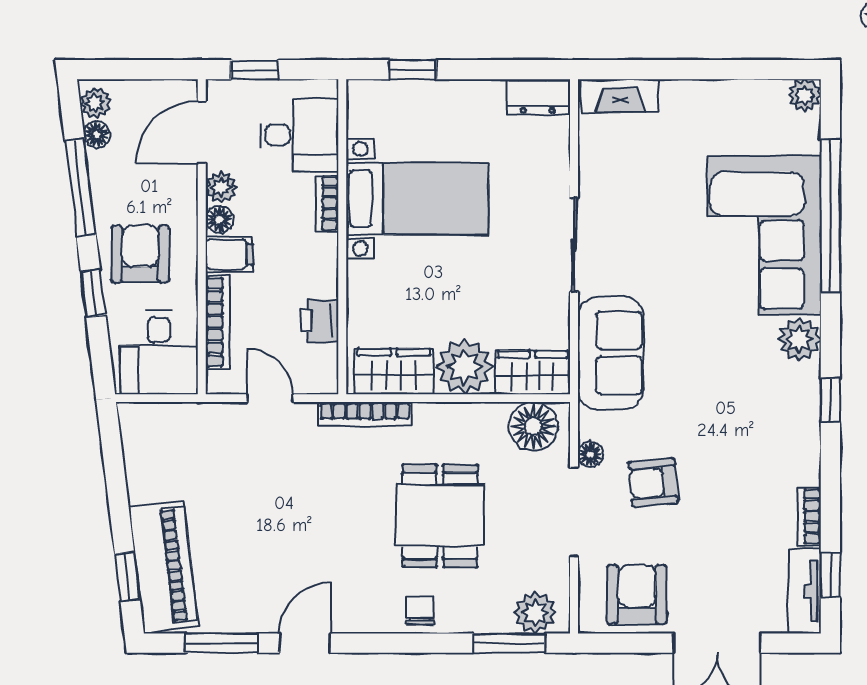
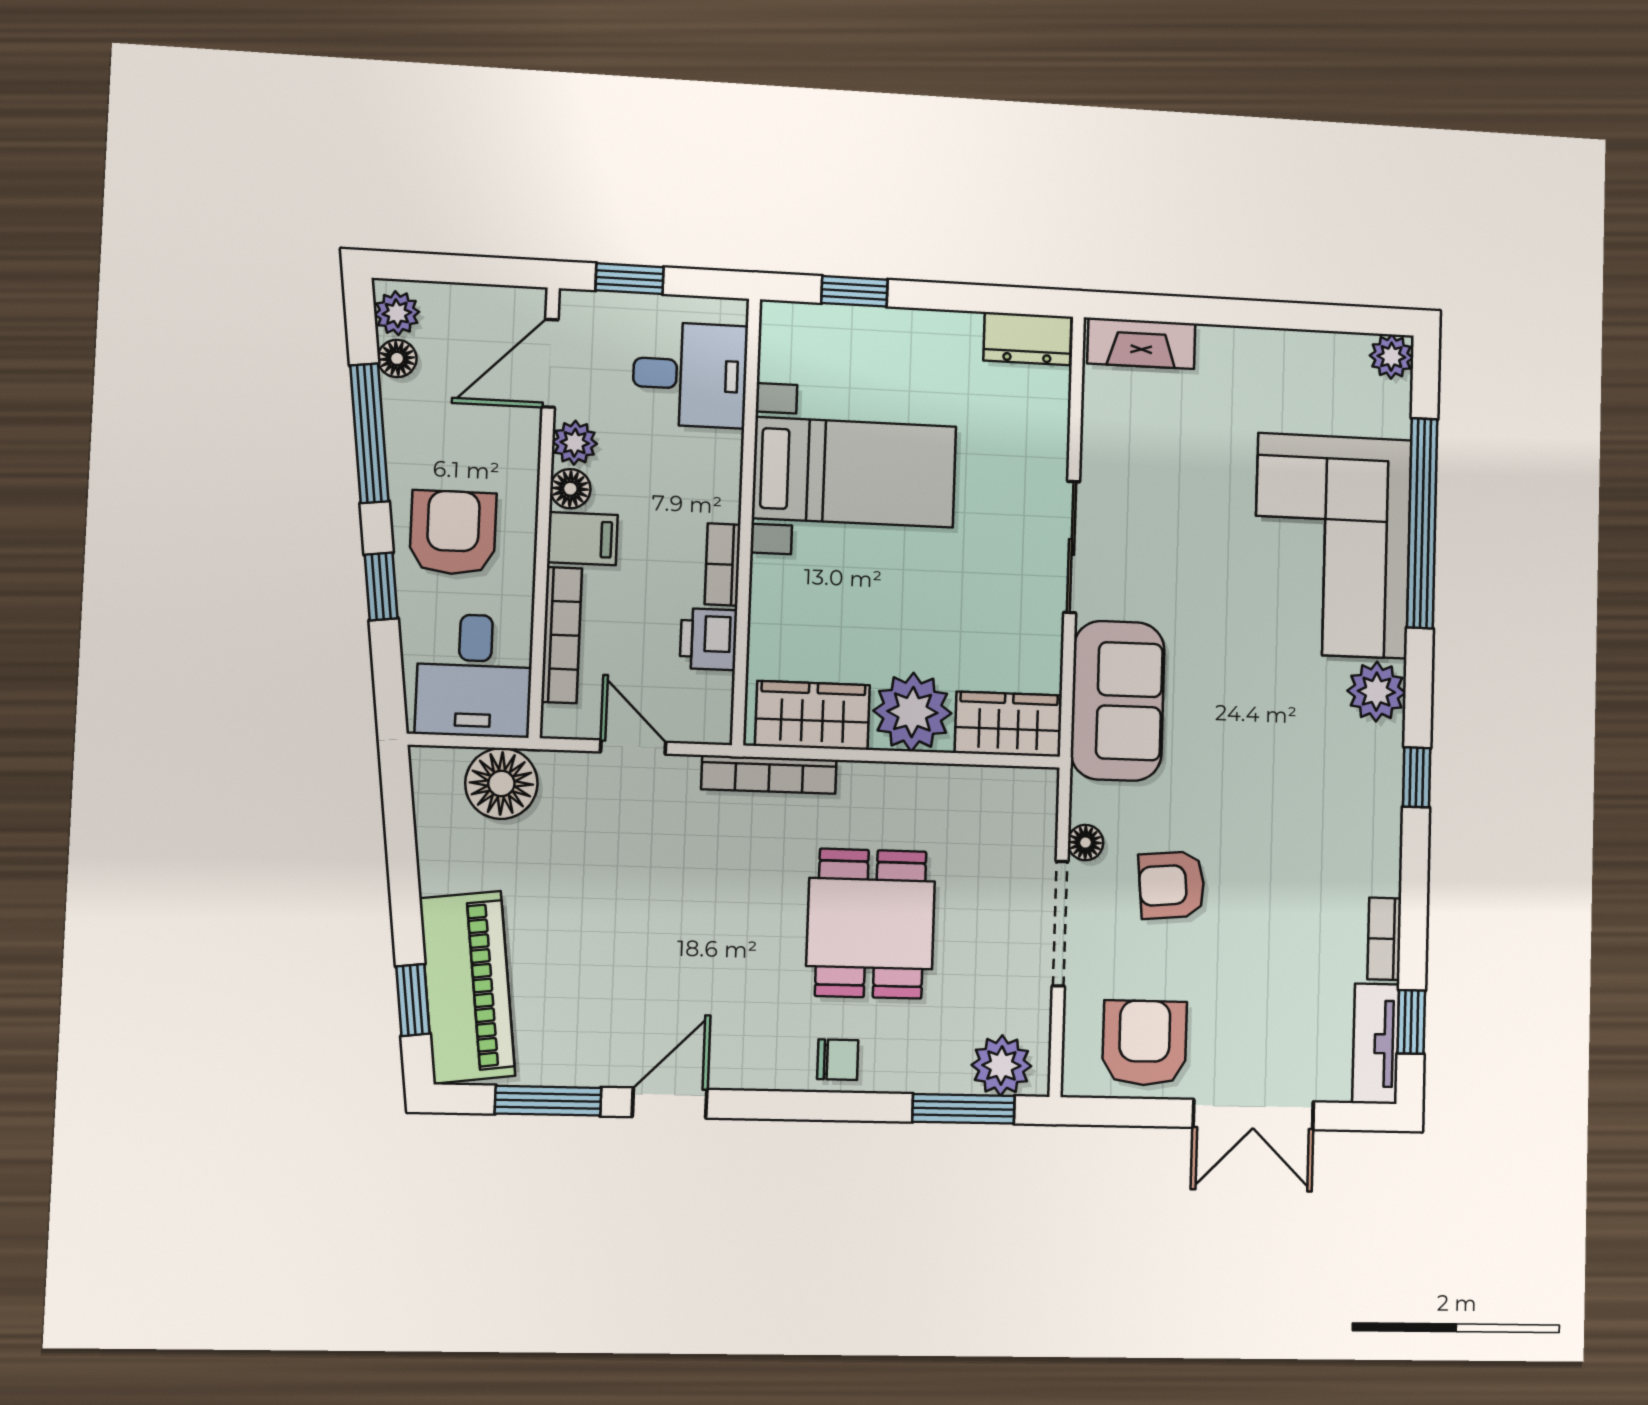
bookcase: (327, 203) -> (723, 564), moved
floor lamp: (533, 426) -> (501, 783), moved
chair: (420, 611) -> (838, 1060), turned 90

